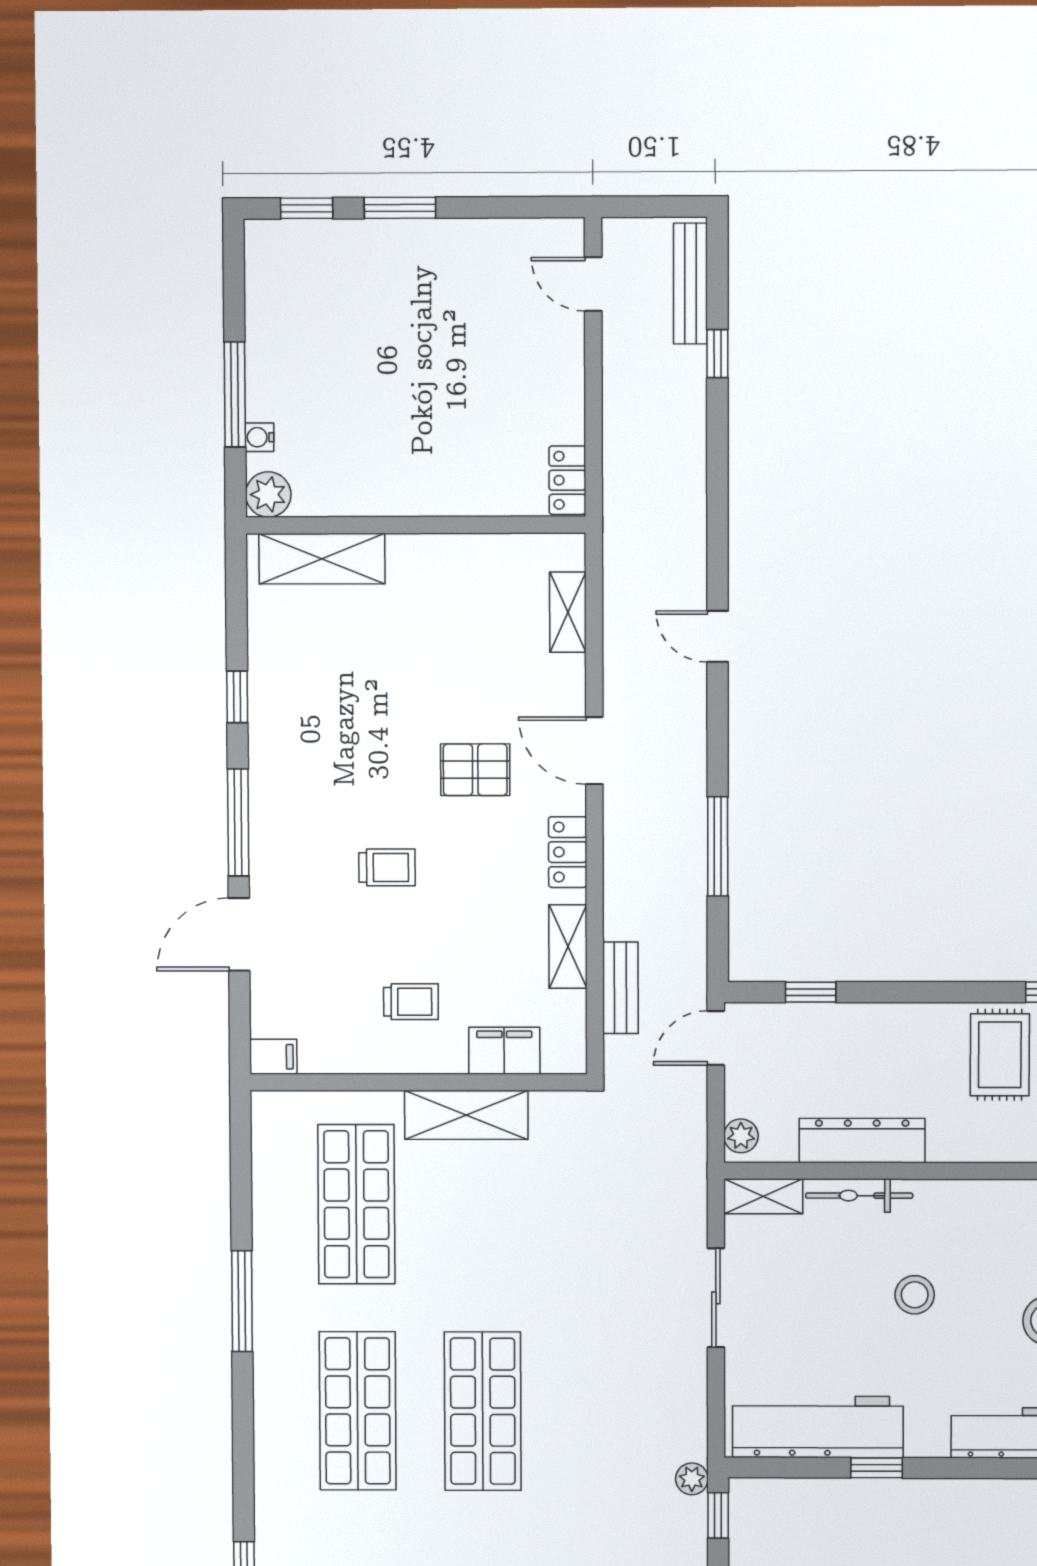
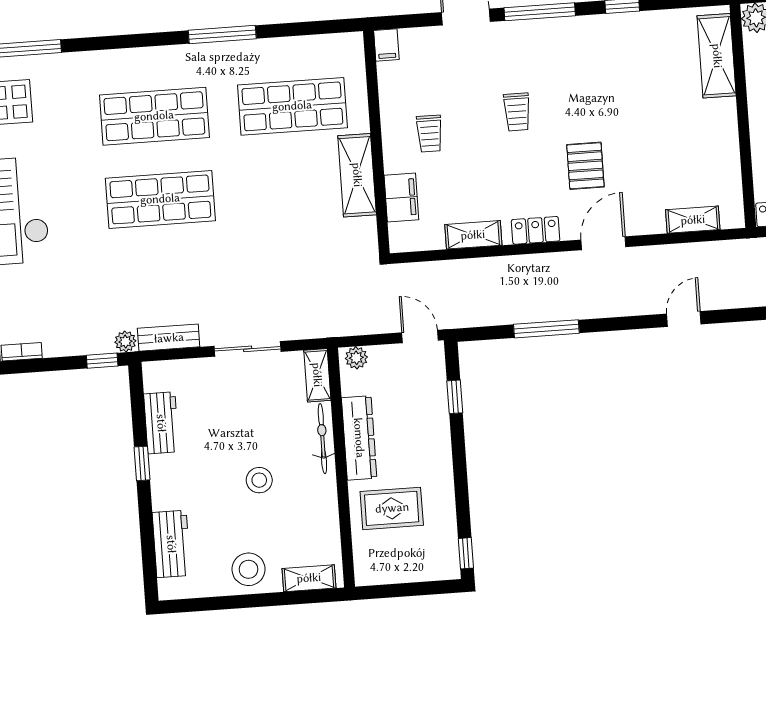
bench: (621, 988) -> (169, 338), moved
rug: (1000, 1055) -> (392, 508), moved
workbench: (818, 1427) -> (161, 423), width x0.53, depth x0.76

